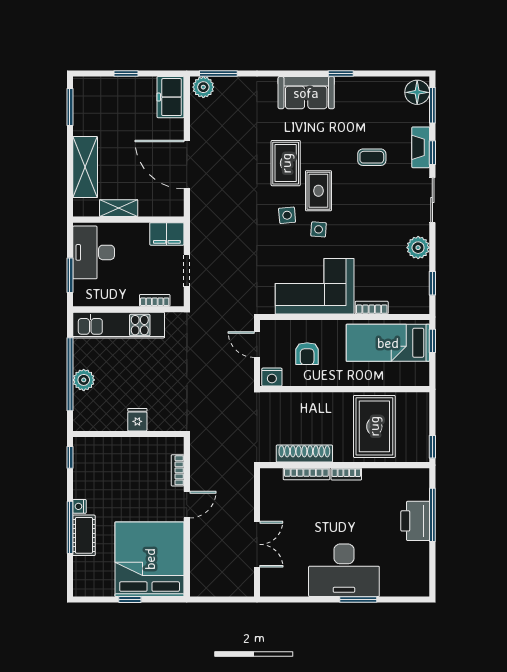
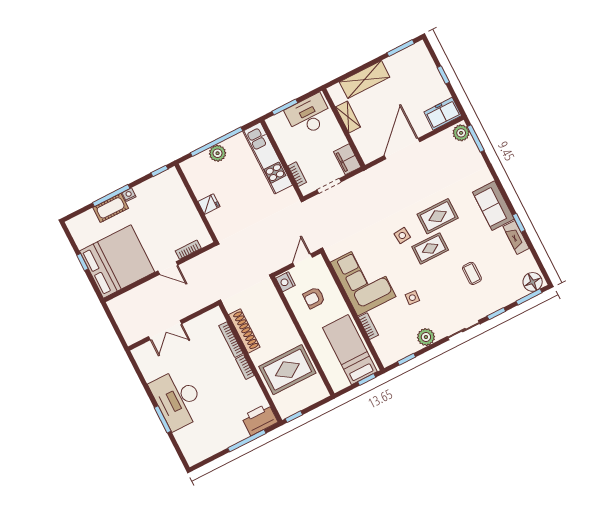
fireplace: (421, 147) -> (516, 237), moved, turned -90
side table: (319, 229) -> (412, 298), moved
printer: (415, 521) -> (260, 419), moved

